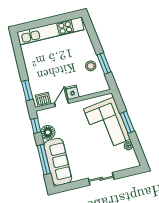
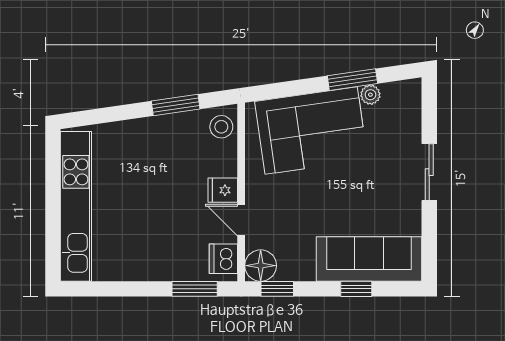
stool: (91, 66) -> (221, 127), moved
window: (127, 122) -> (352, 80), moved
floor lamp: (48, 132) -> (261, 266), moved
window: (44, 159) -> (356, 289), width x0.46

